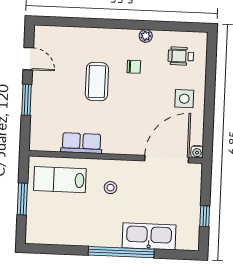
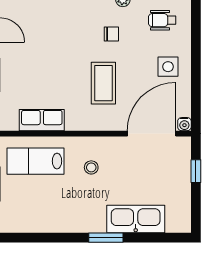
coffee table: (97, 82) -> (103, 83), moved
row of seats: (81, 143) -> (42, 120), moved
window: (205, 216) -> (196, 171), moved
window: (121, 252) -> (106, 238), width x0.47

